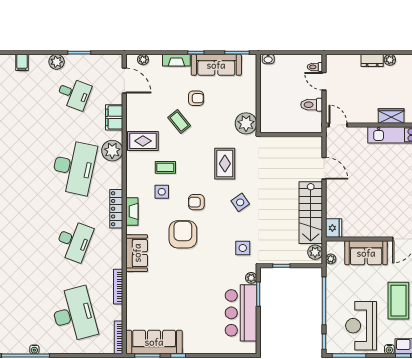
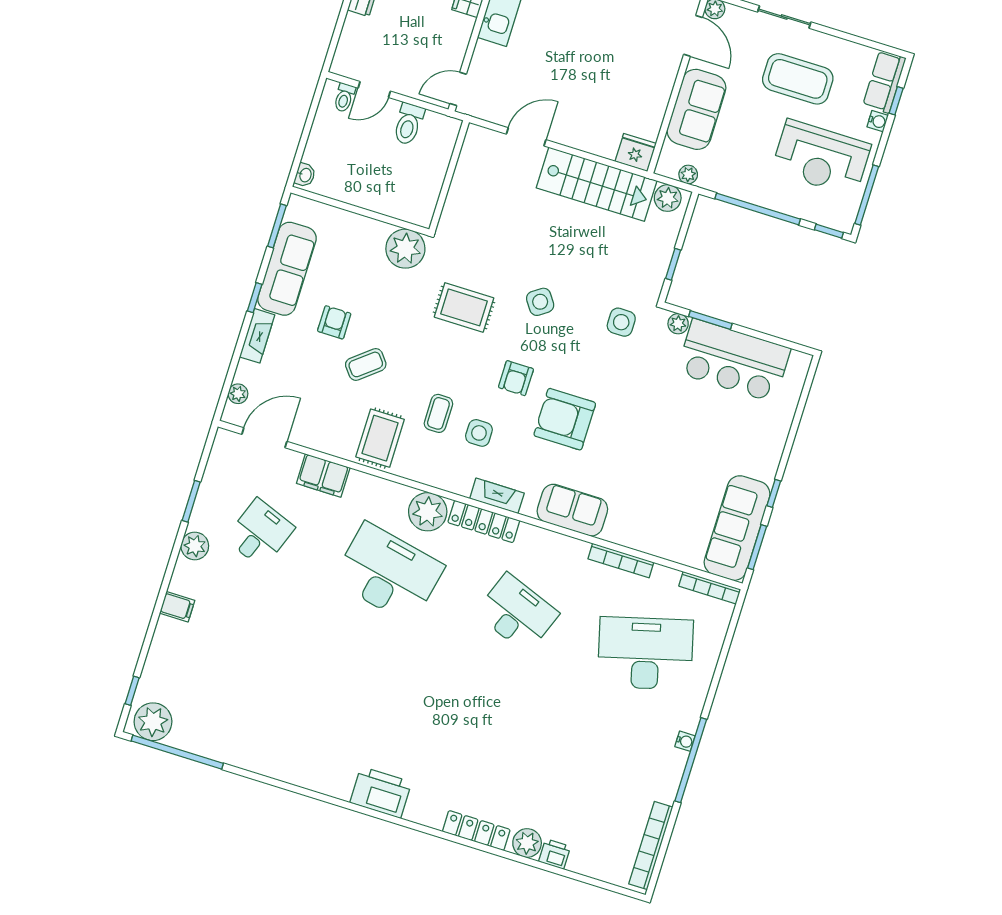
plant: (112, 151) -> (428, 512), moved

